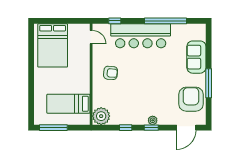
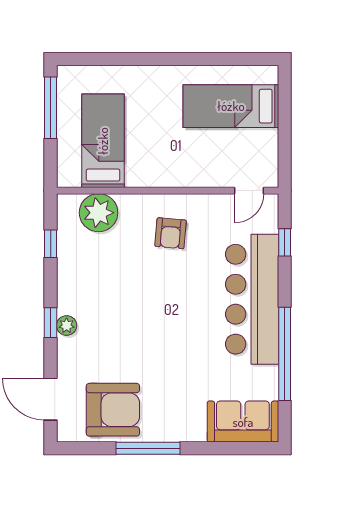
bed: (53, 45) -> (231, 106), width x0.67
sofa: (196, 57) -> (243, 422), moved
plant: (101, 116) -> (99, 213), moved
window: (126, 128) -> (51, 244), moved

